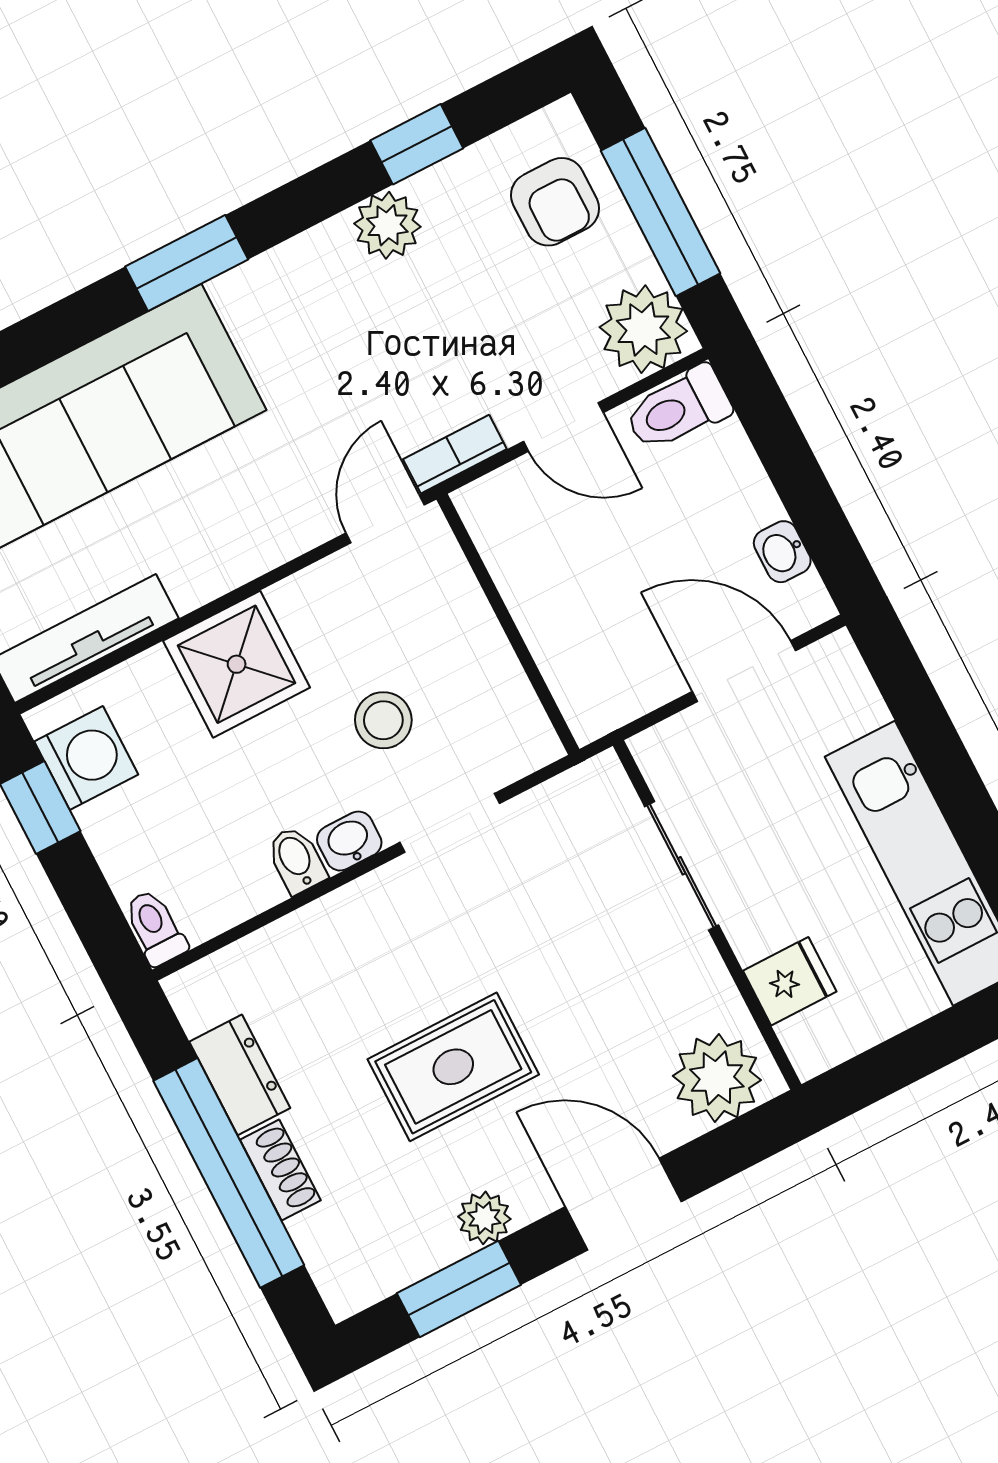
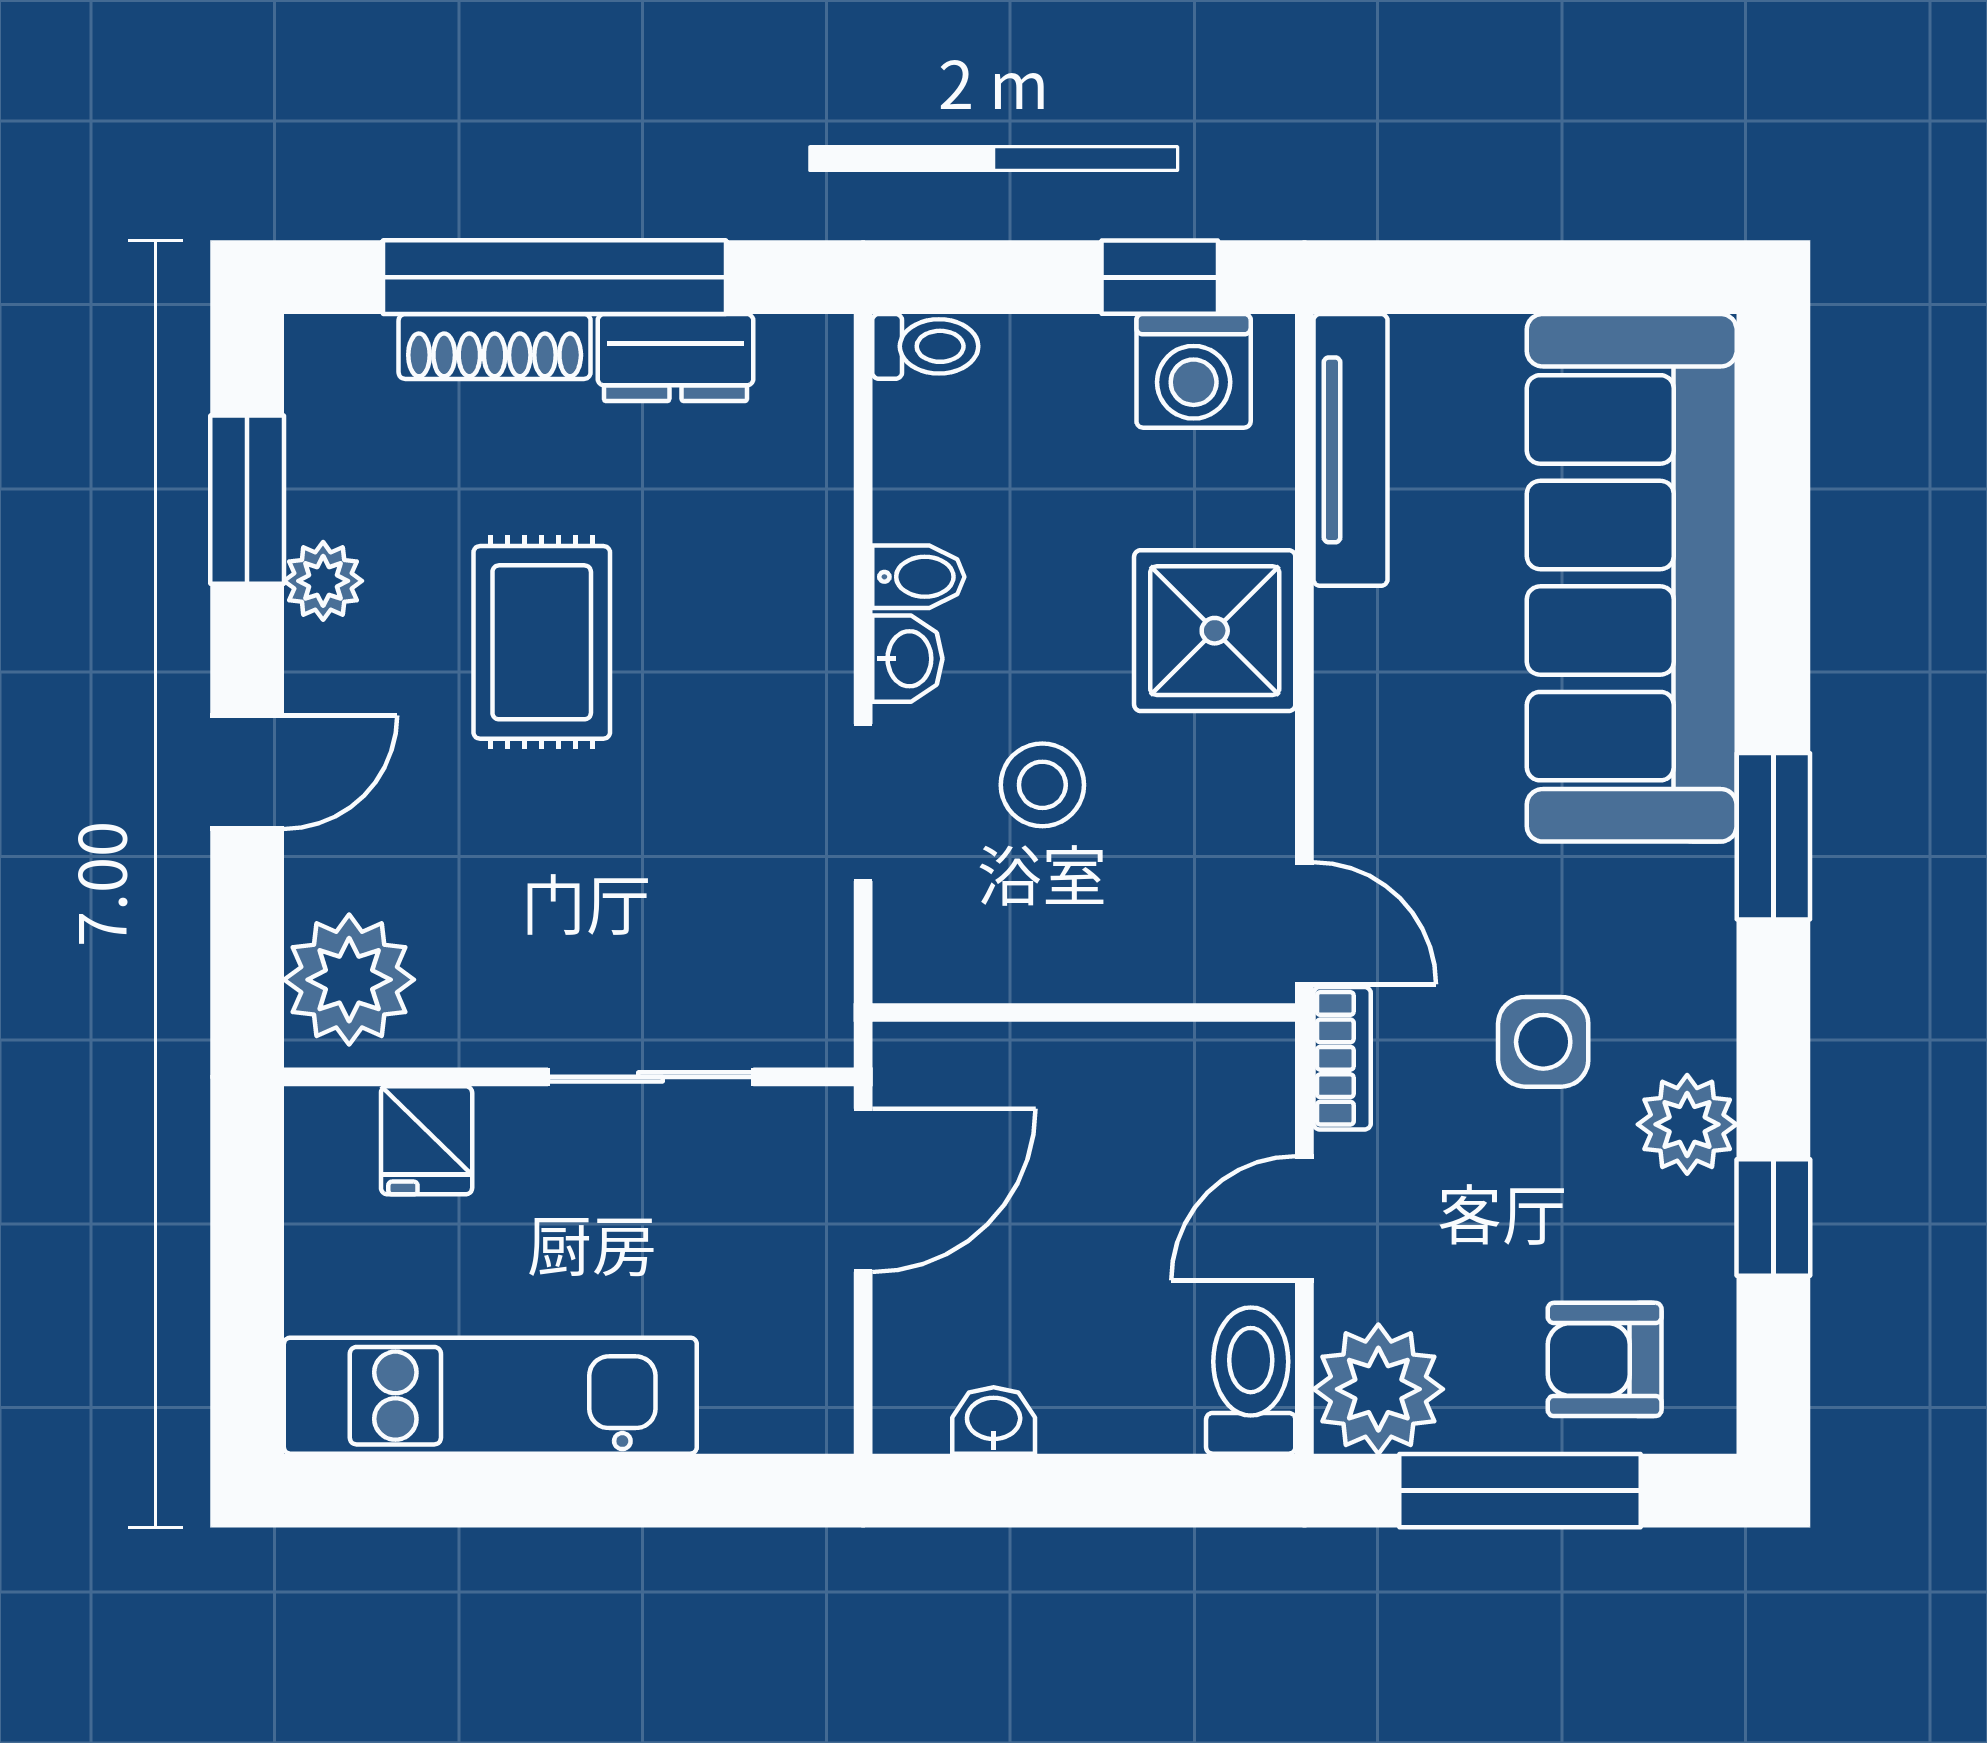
side table: (382, 338) -> (1543, 1042), added
door: (744, 671) -> (863, 1190), moved
shoe rack: (280, 1170) -> (495, 346), width x1.43
door: (623, 1204) -> (247, 772), width x0.73

